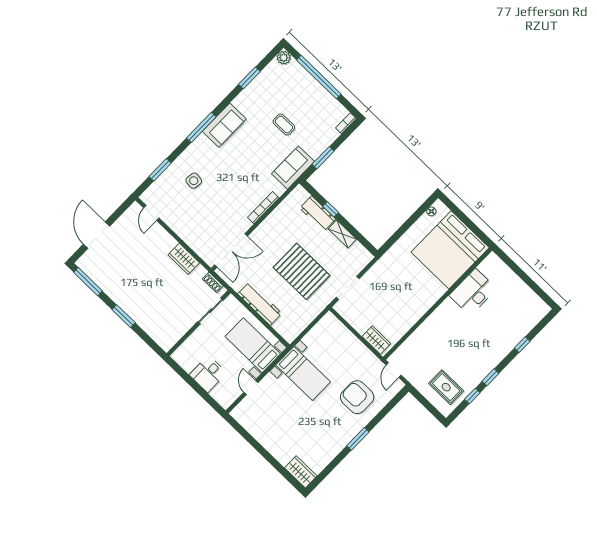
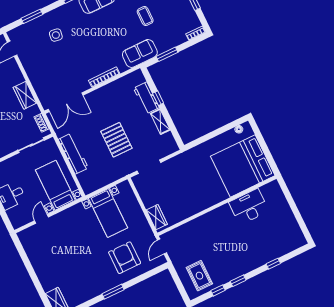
pallet: (302, 271) -> (116, 140), width x0.73, depth x0.71
bed with nightstands: (303, 373) -> (108, 213), moved

